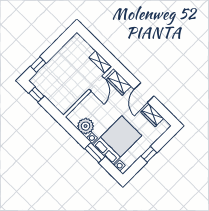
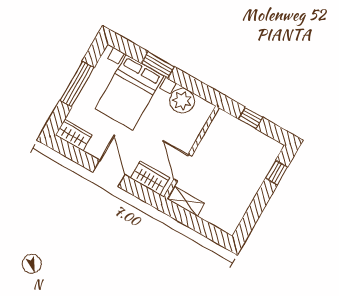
window: (36, 95) -> (251, 118), moved
wardrobe: (152, 115) -> (74, 135), moved
window: (149, 154) -> (77, 84), width x2.17

